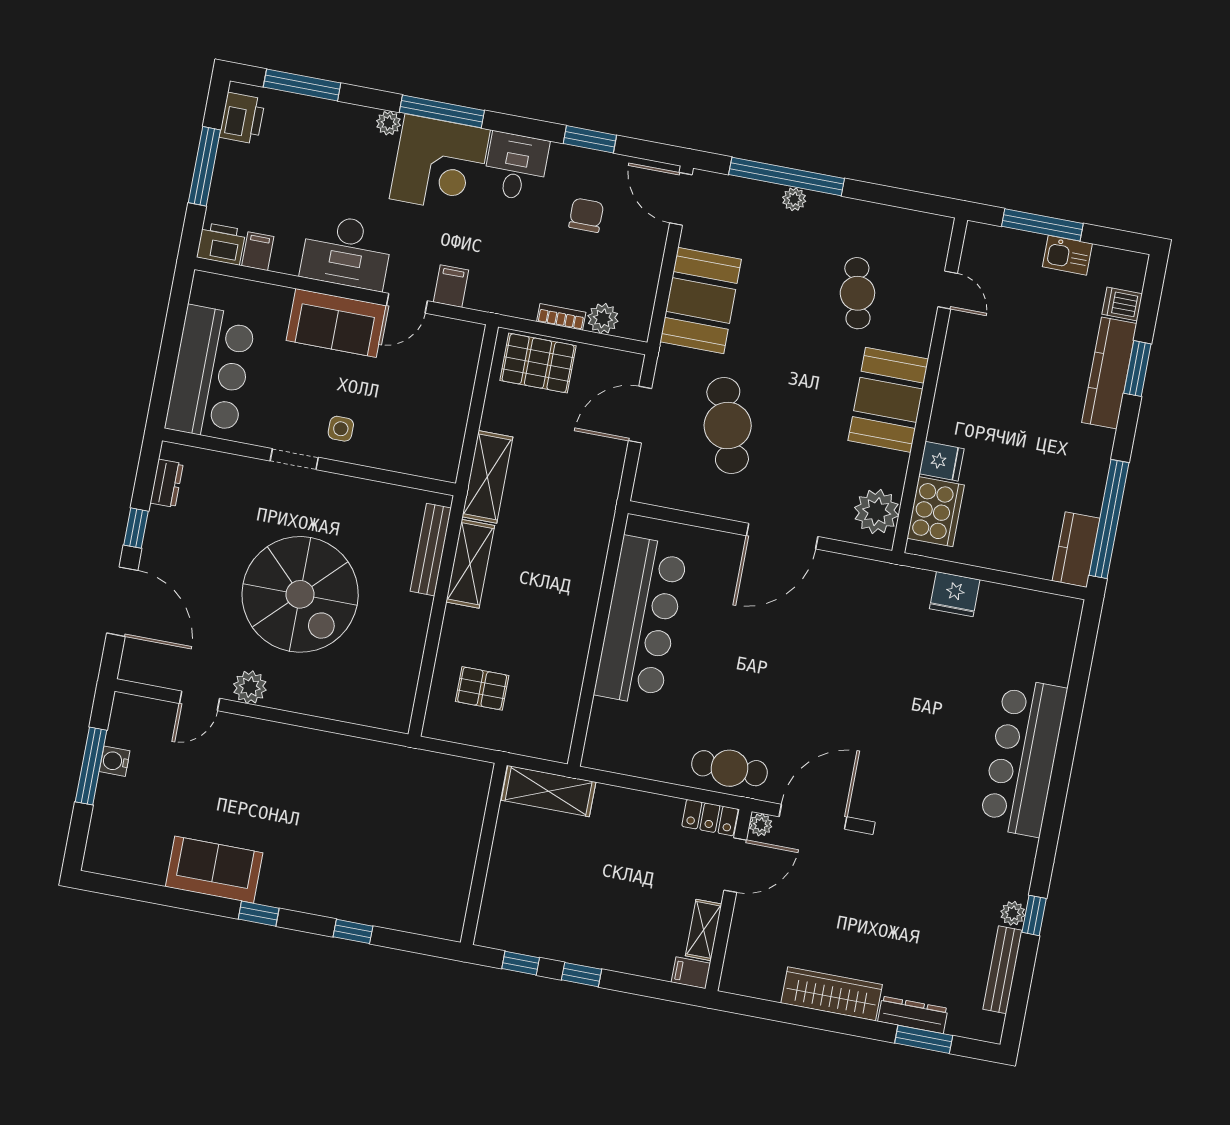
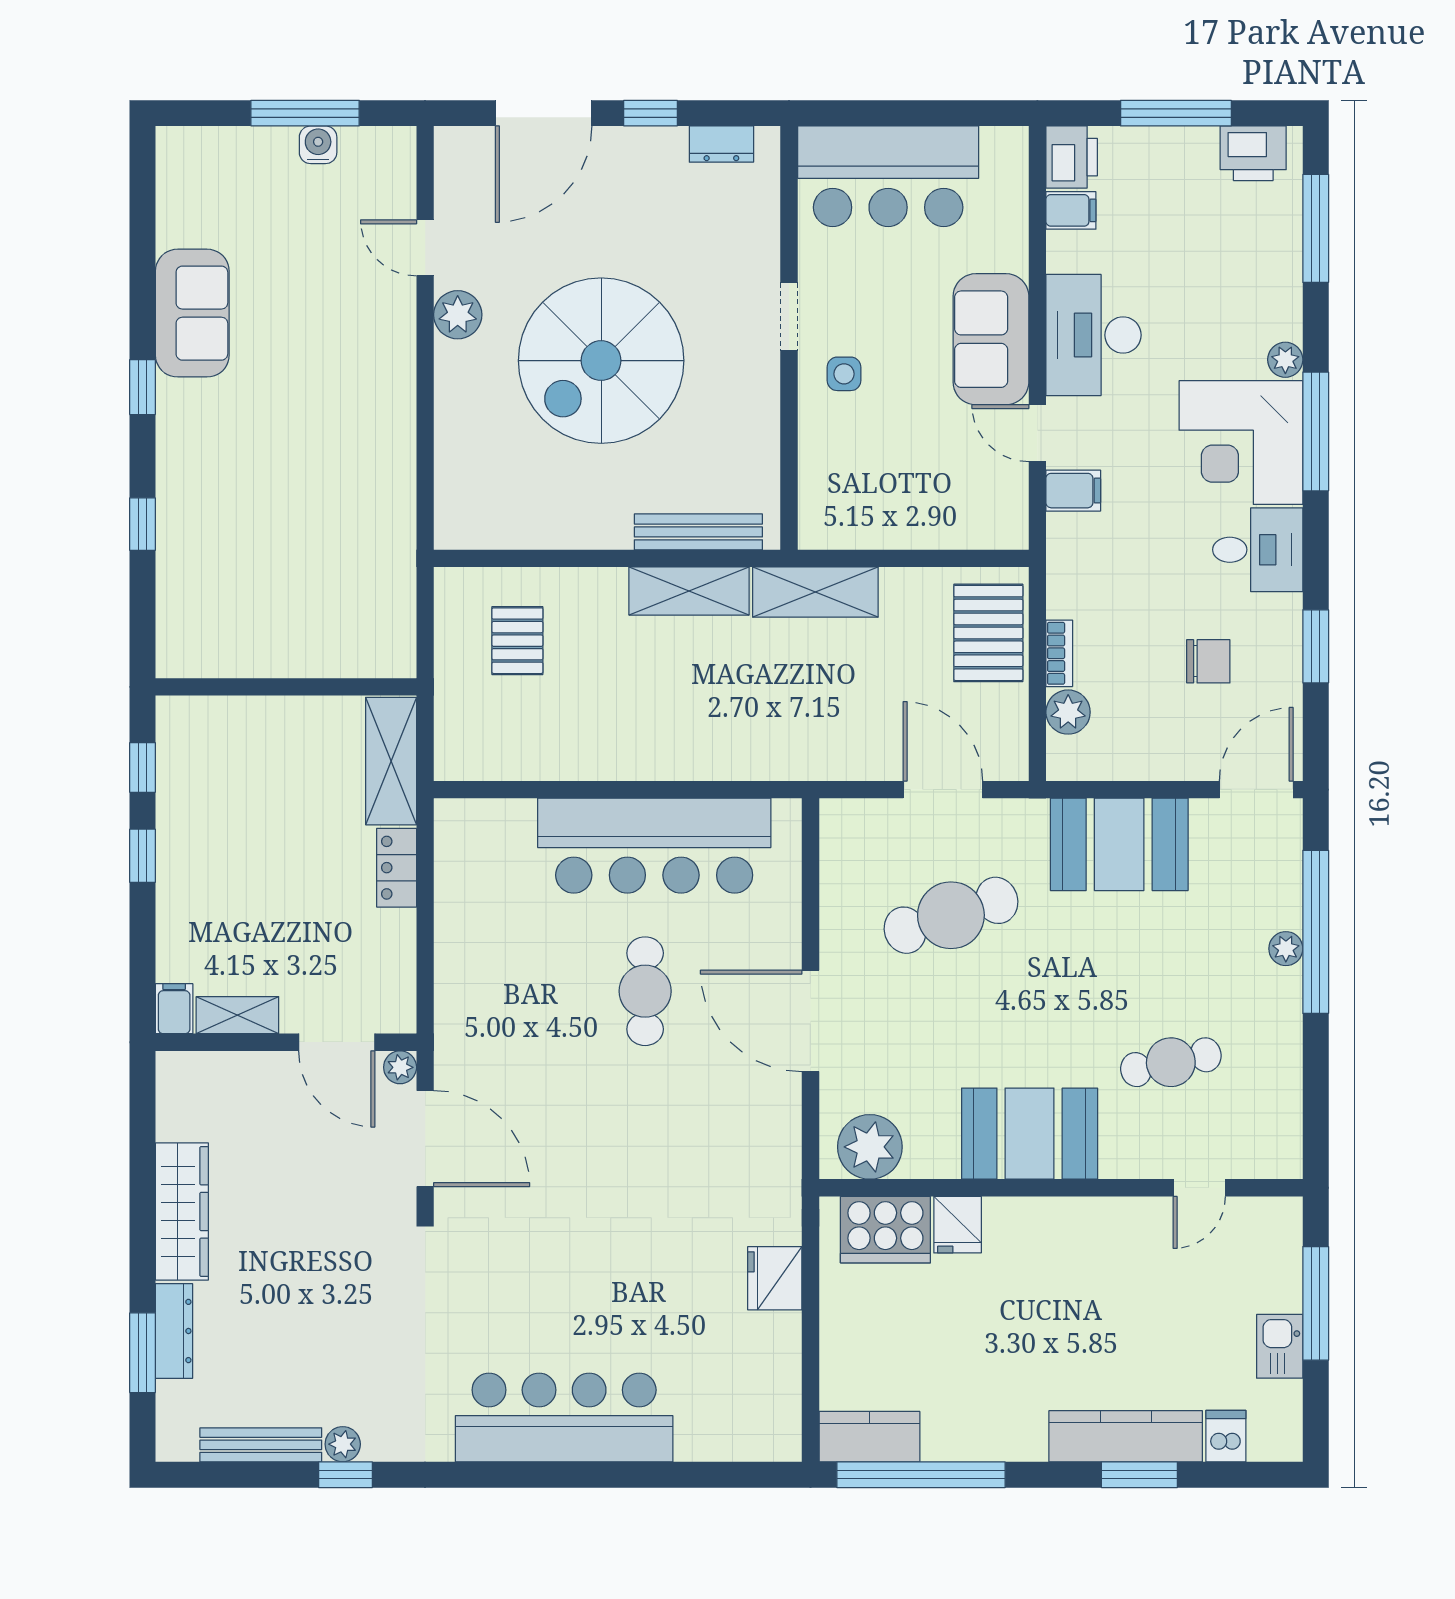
cafe table: (730, 768) -> (645, 991), moved
locker: (710, 818) -> (397, 868), moved

